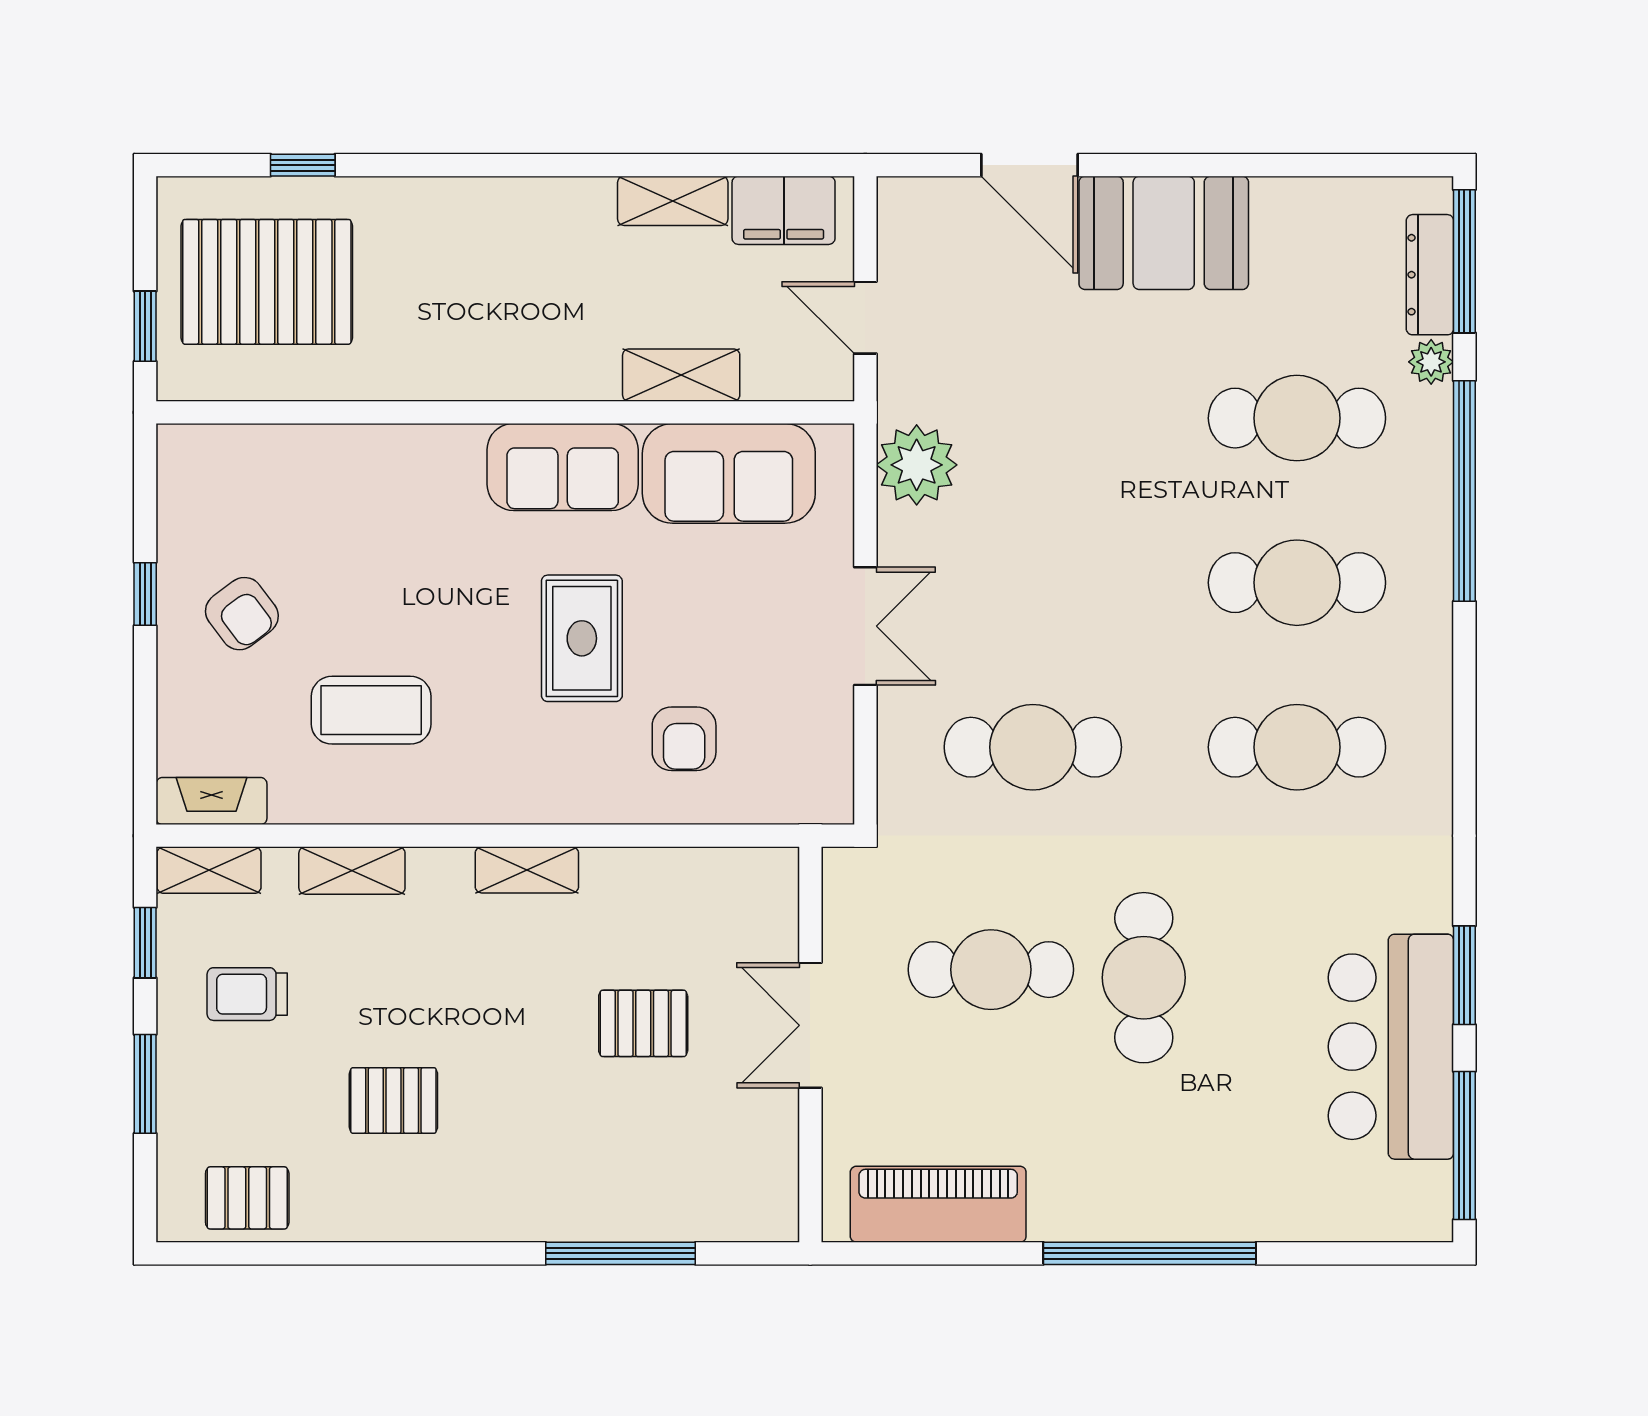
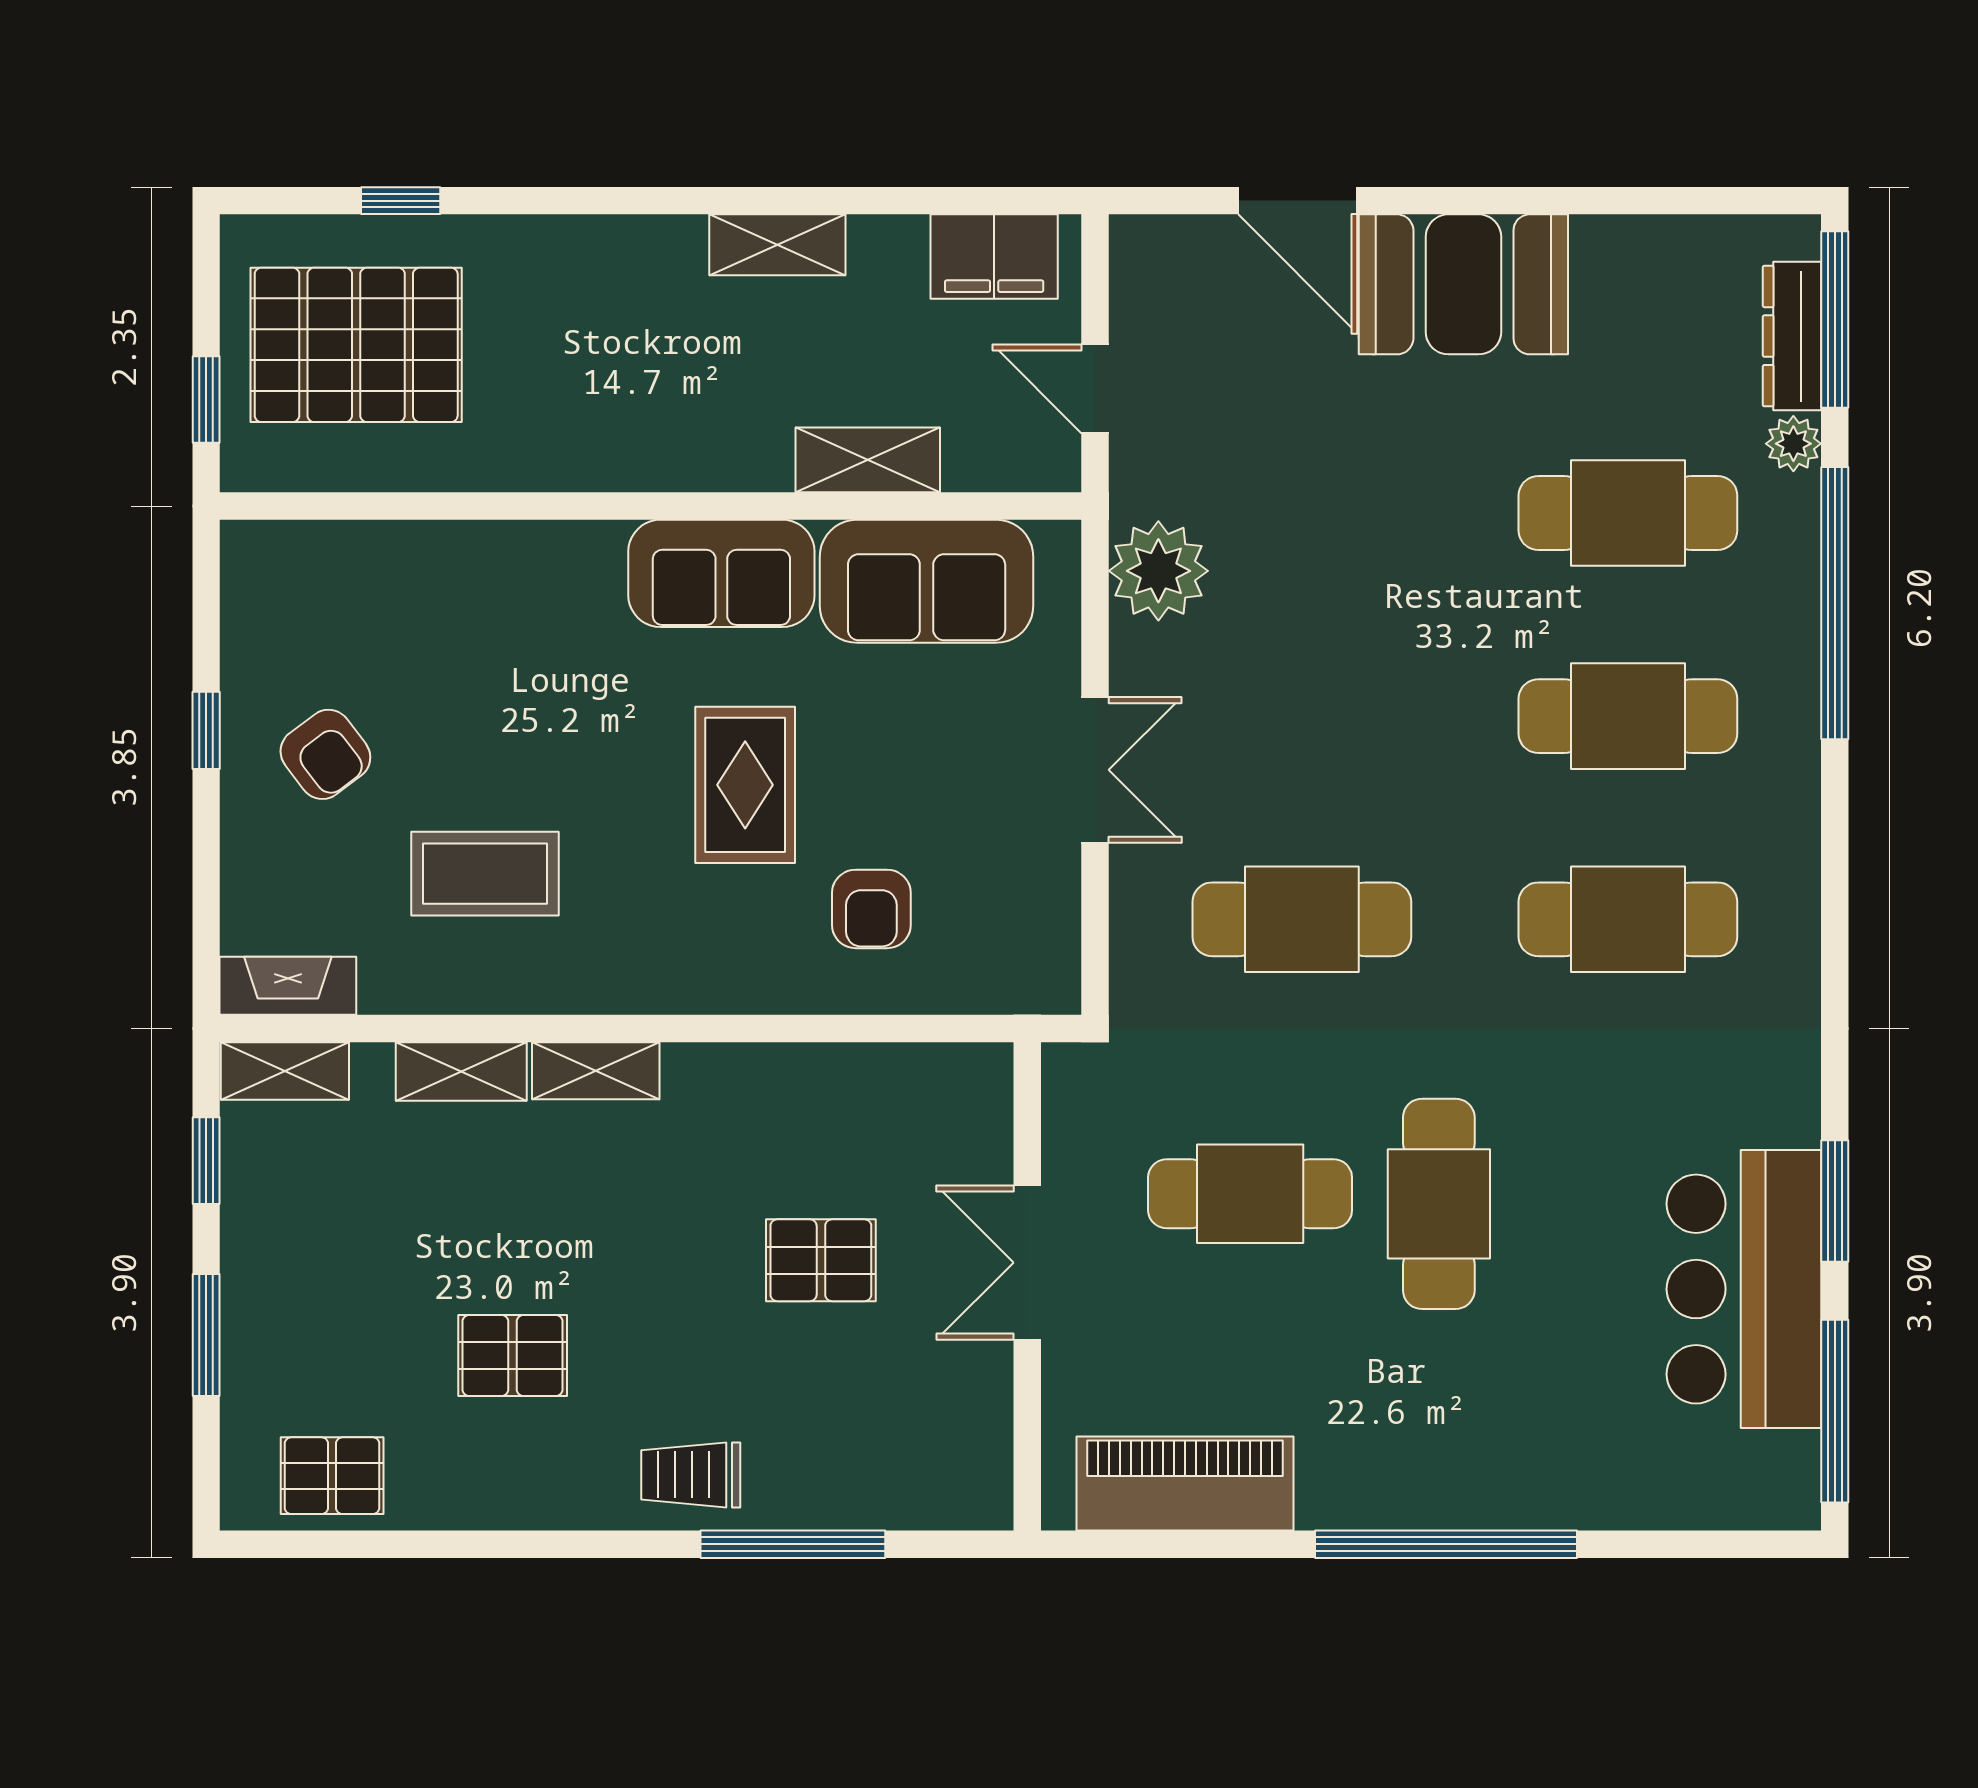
shelving: (673, 201) -> (777, 245), moved
shelving: (527, 870) -> (596, 1071), moved
trolley: (247, 994) -> (691, 1475), moved

